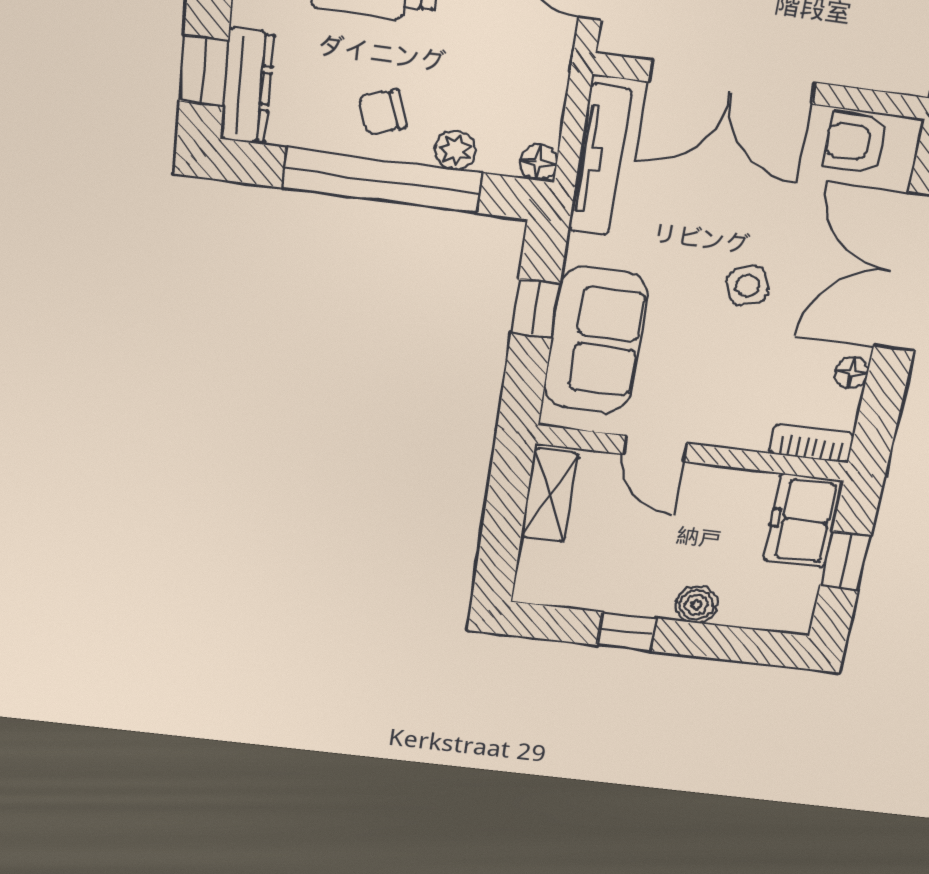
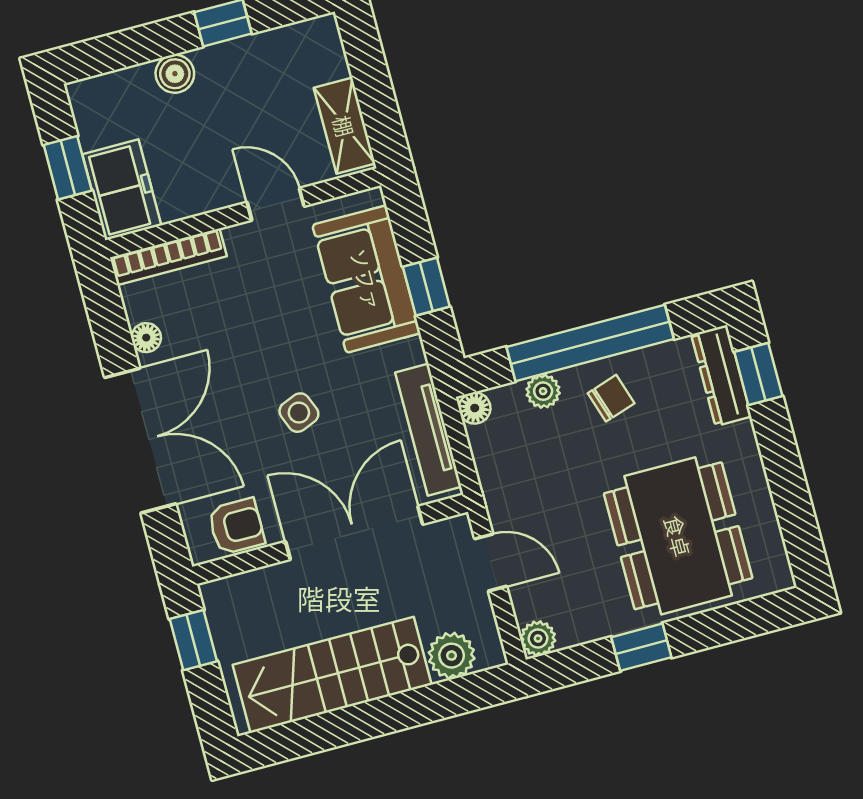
side table: (747, 286) -> (299, 413), moved
bookcase: (811, 444) -> (168, 257), width x1.56

